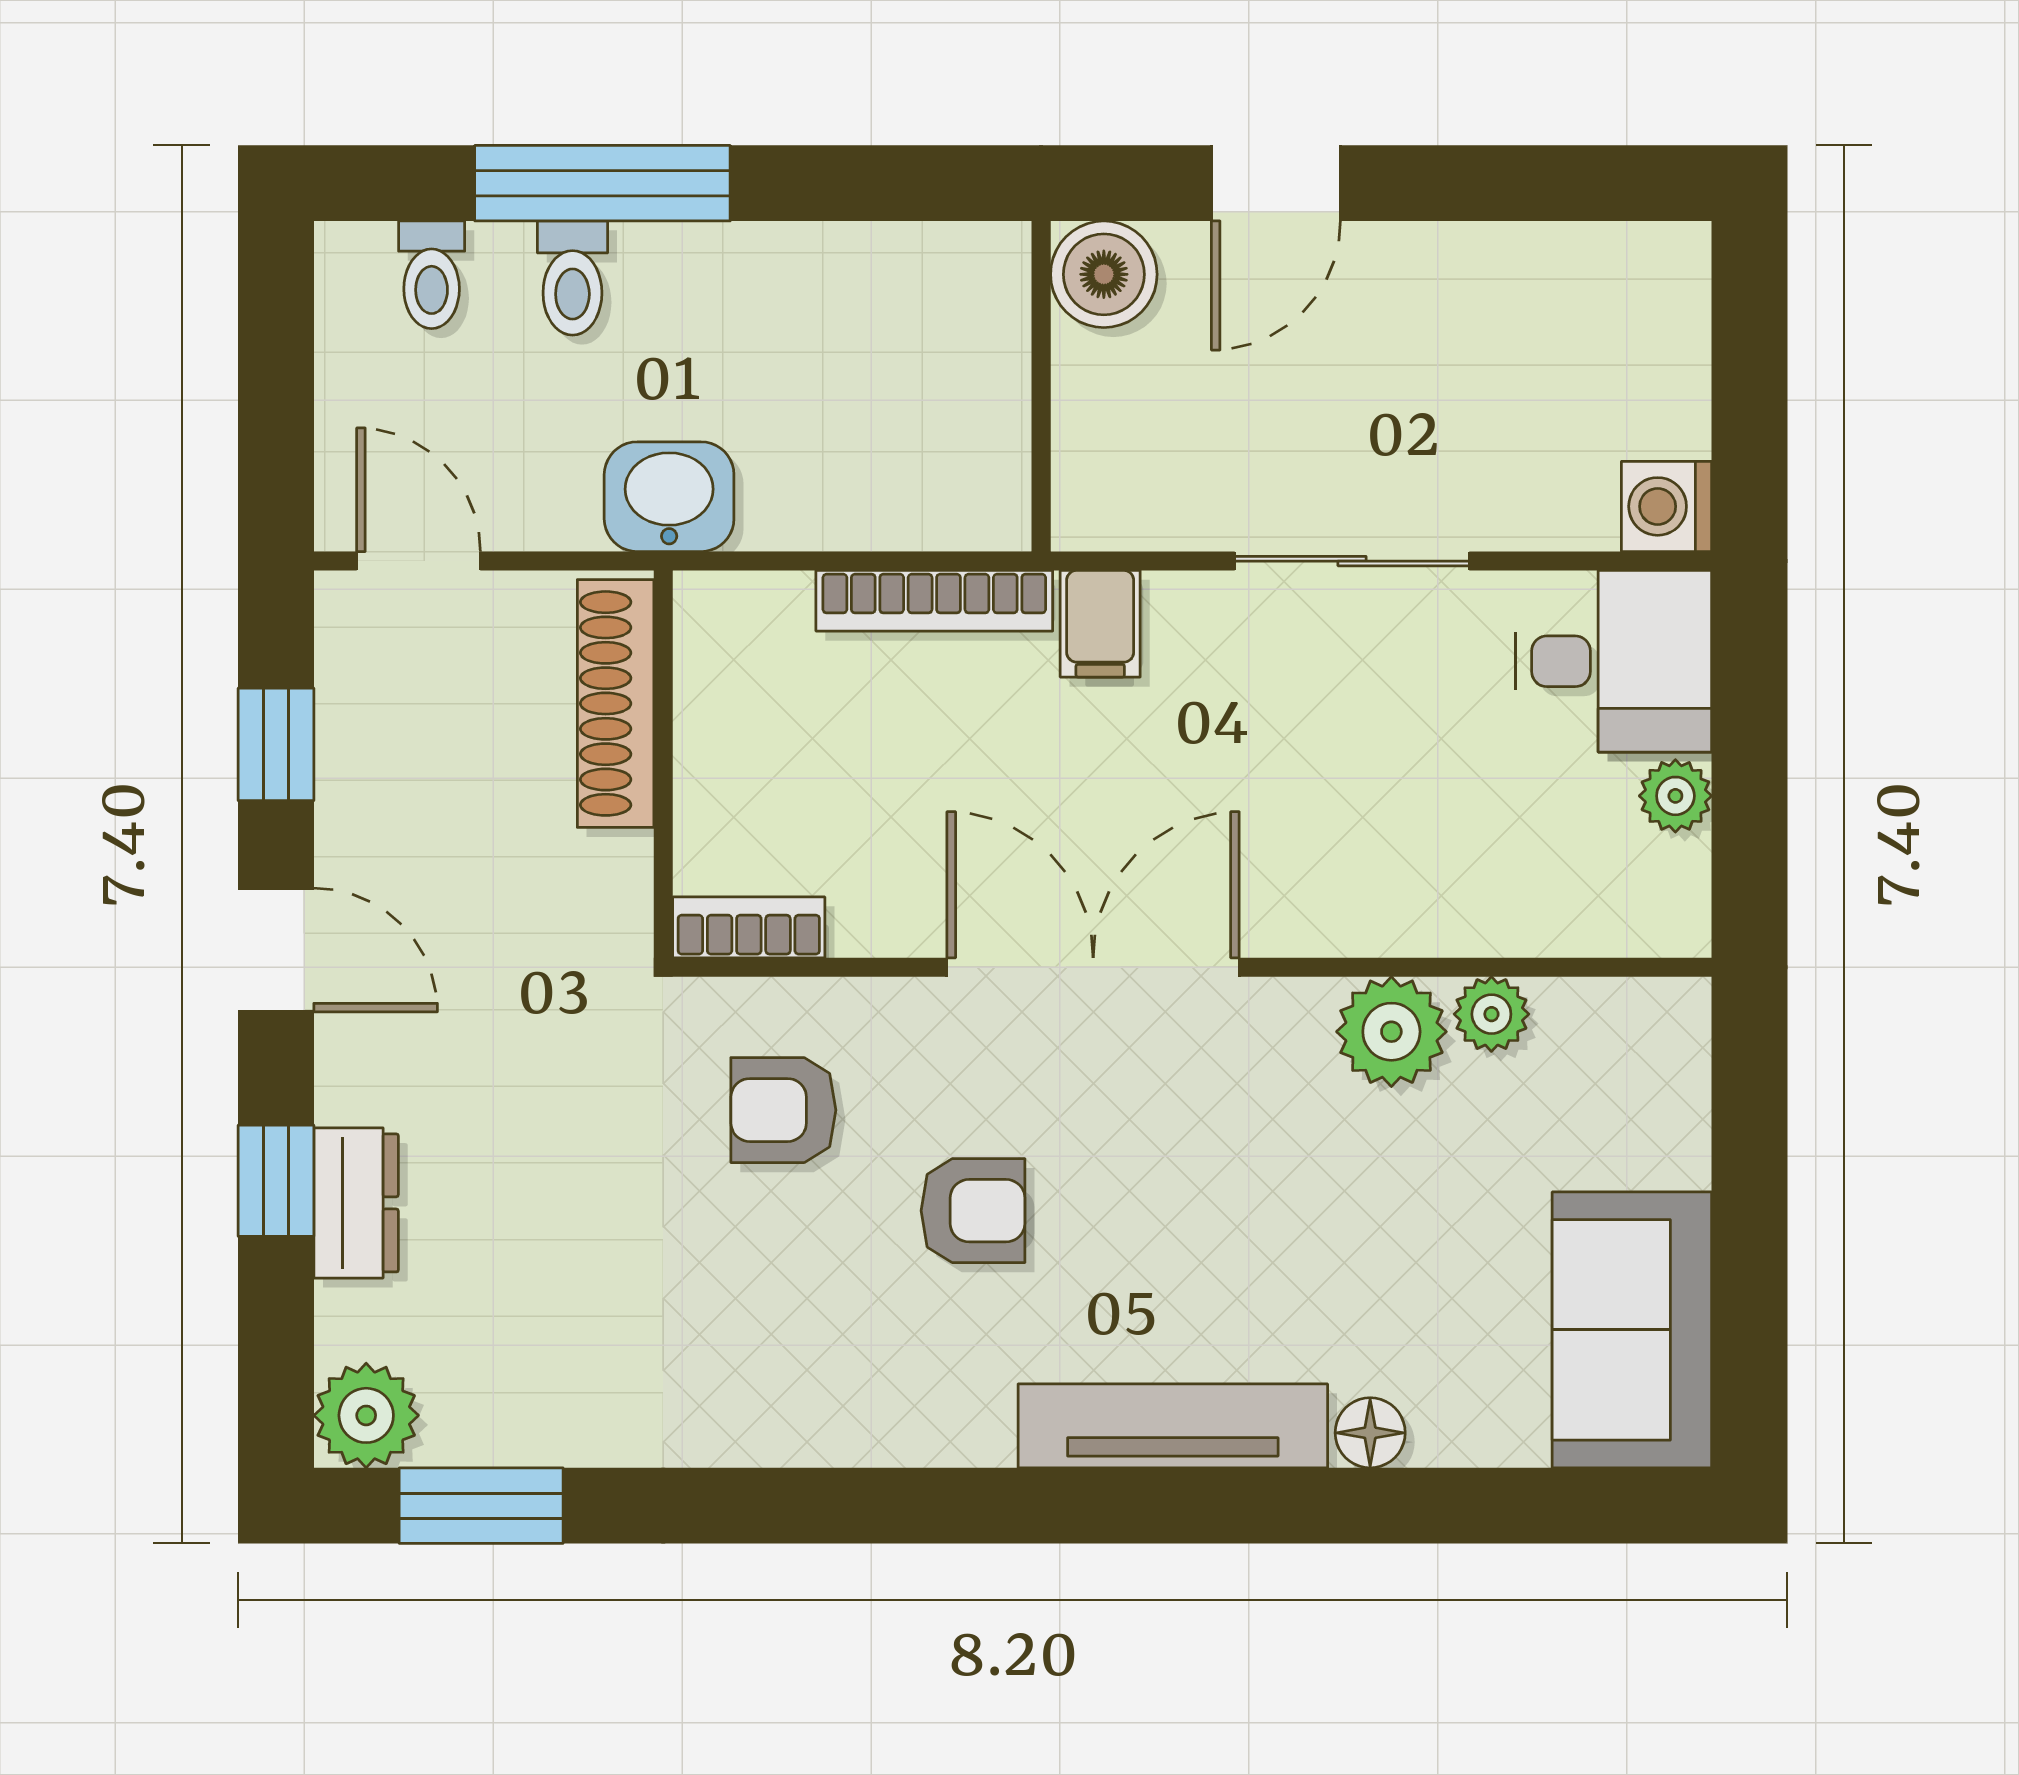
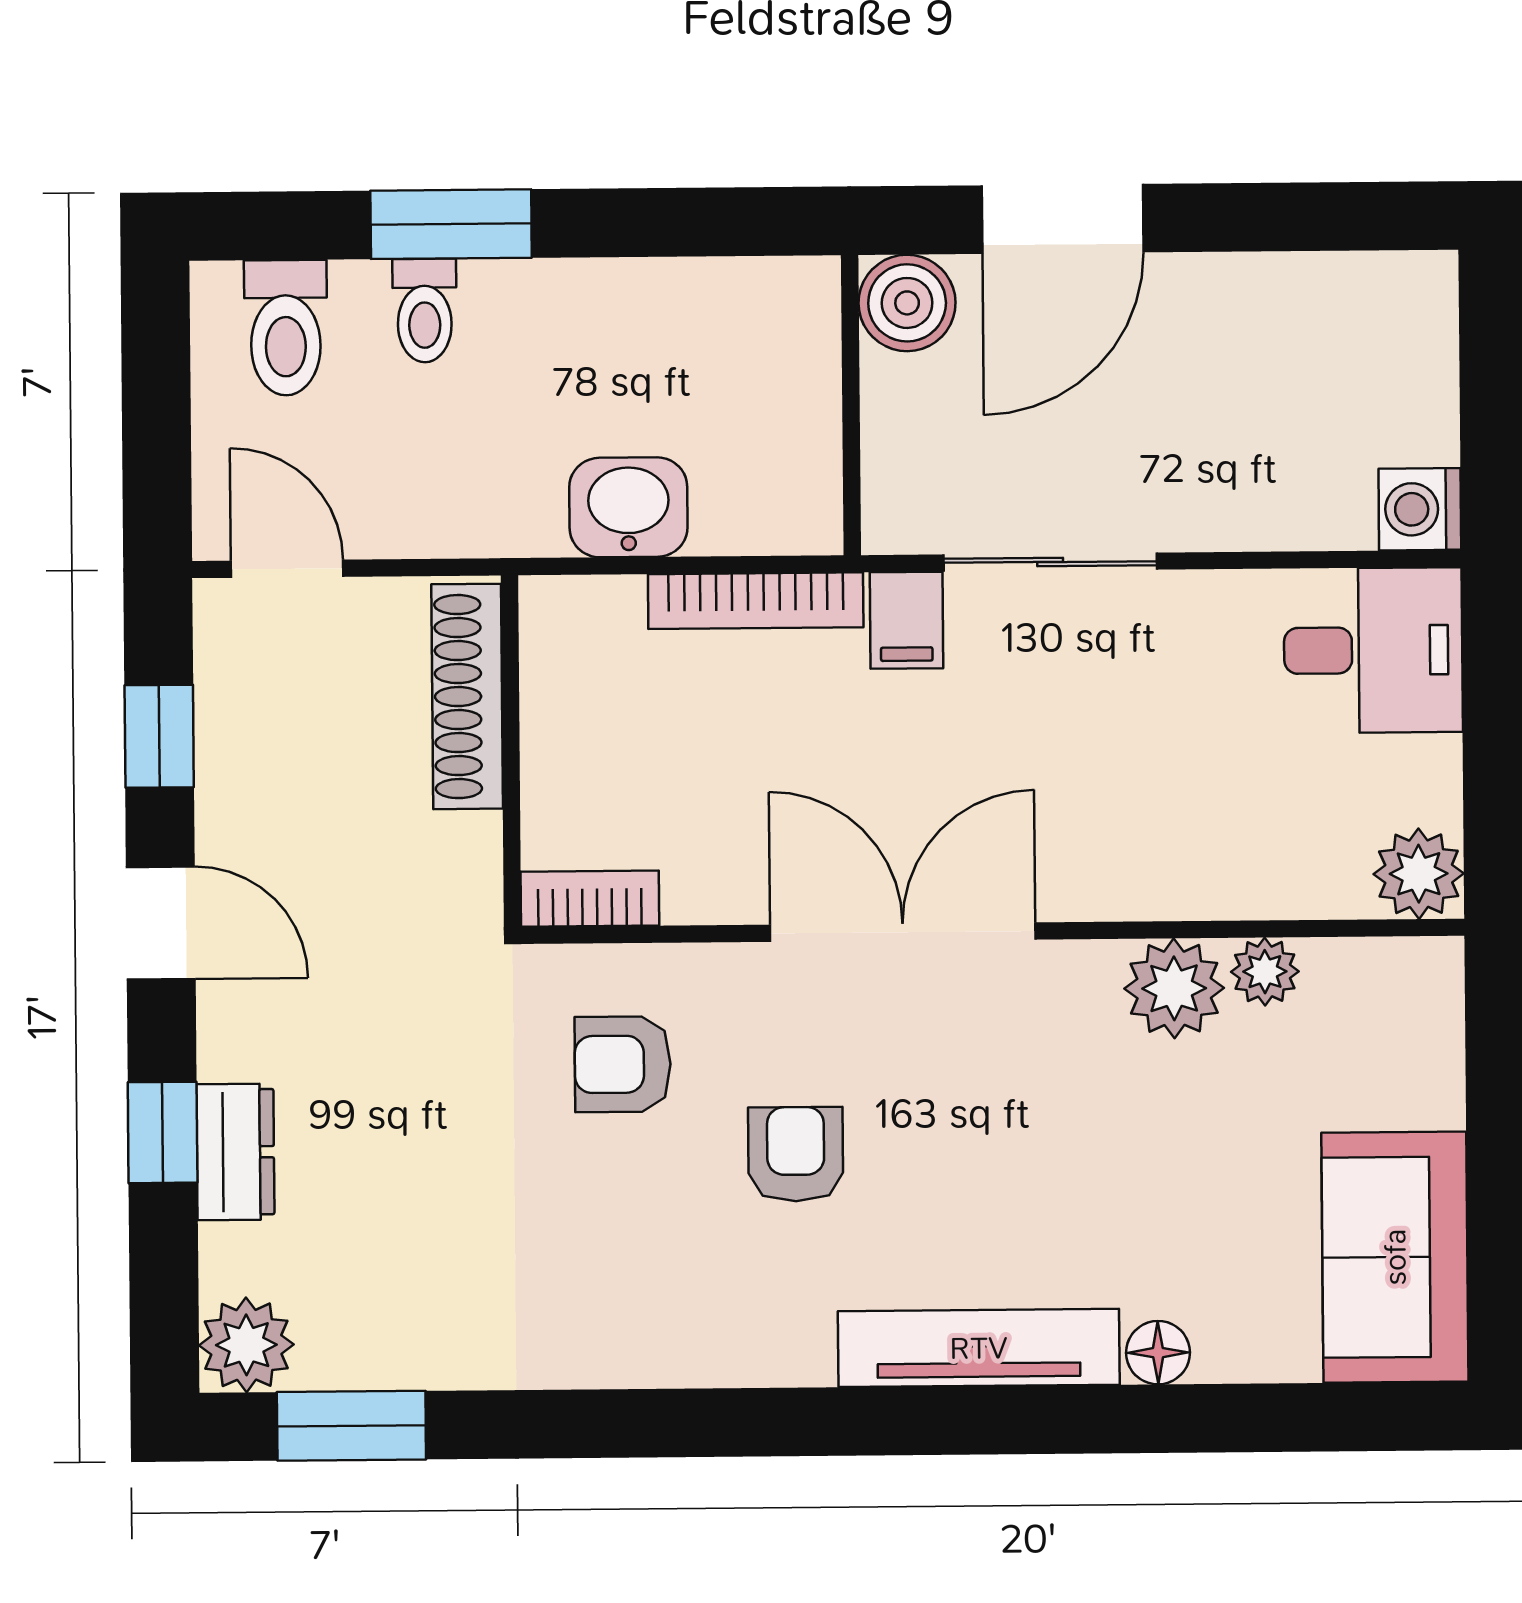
window: (602, 183) -> (451, 224), width x0.69
door: (1276, 183) -> (1063, 219), width x1.37
toilet: (432, 275) -> (286, 328), width x1.37, depth x1.39
washbasin: (669, 497) -> (628, 507), moved
sliding door: (1352, 561) -> (1050, 562), moved
plant: (1675, 796) -> (1419, 874), moved, width x1.38, depth x1.38
armchair: (973, 1211) -> (796, 1154), turned -90

